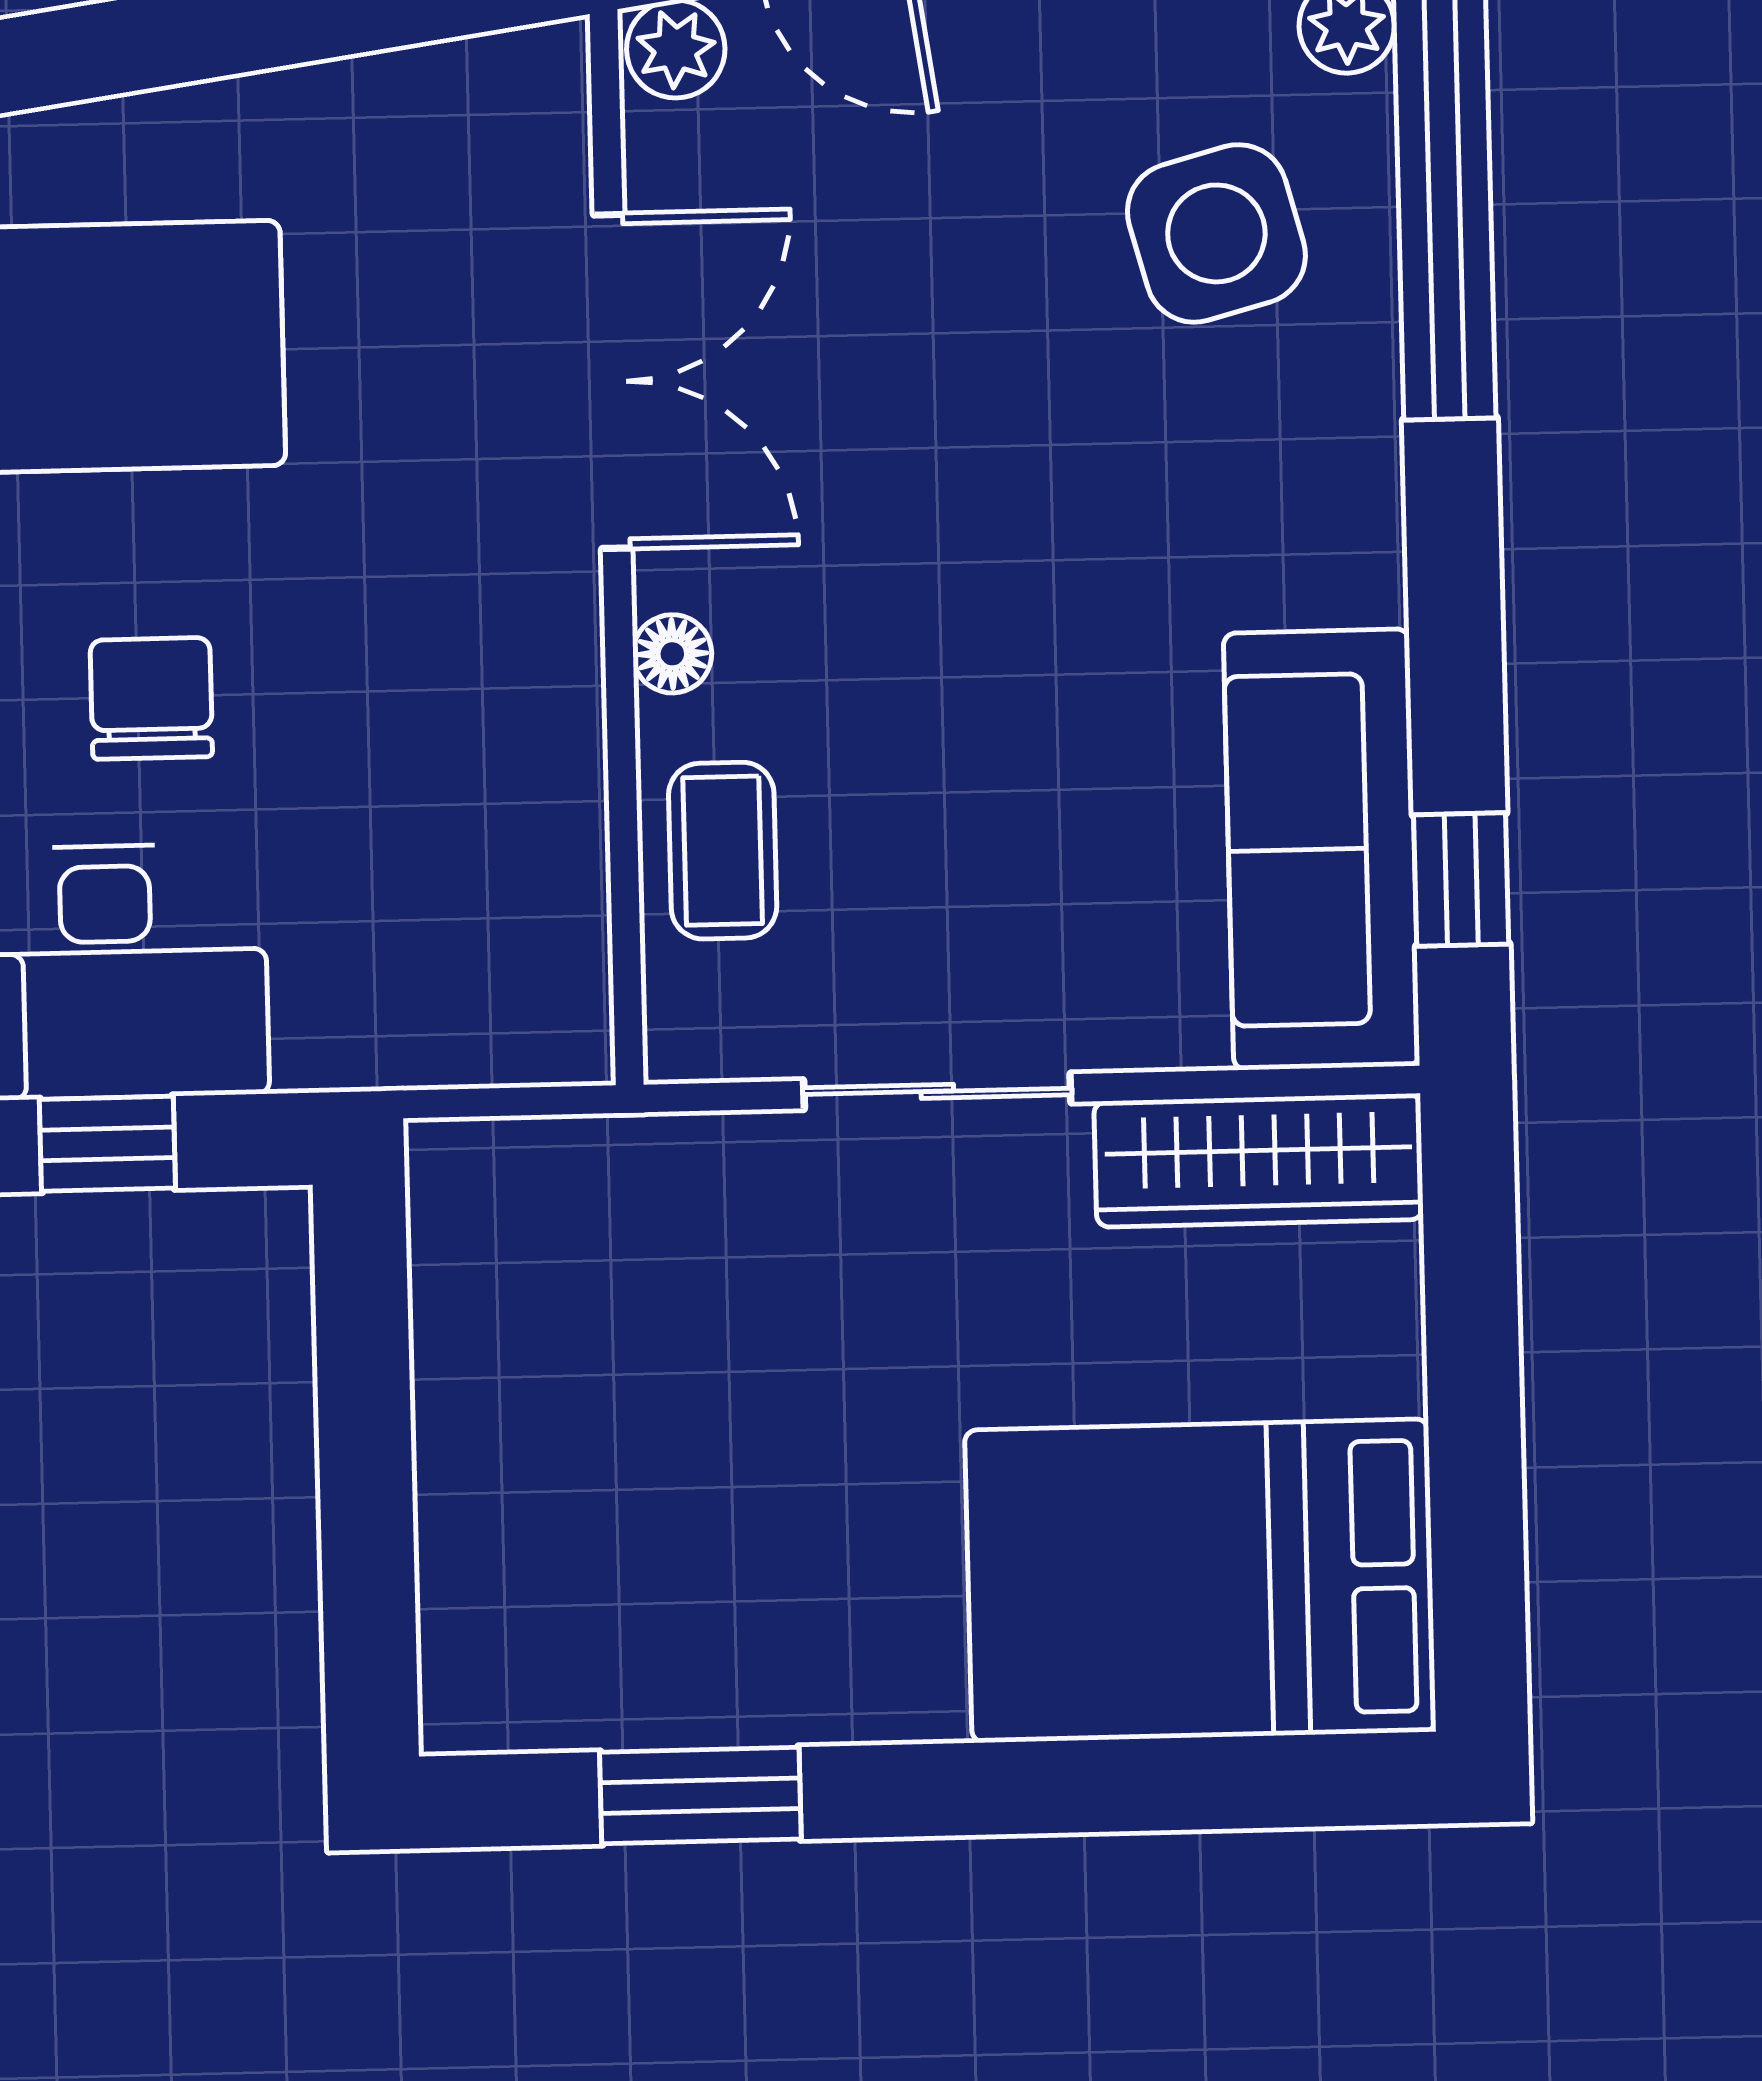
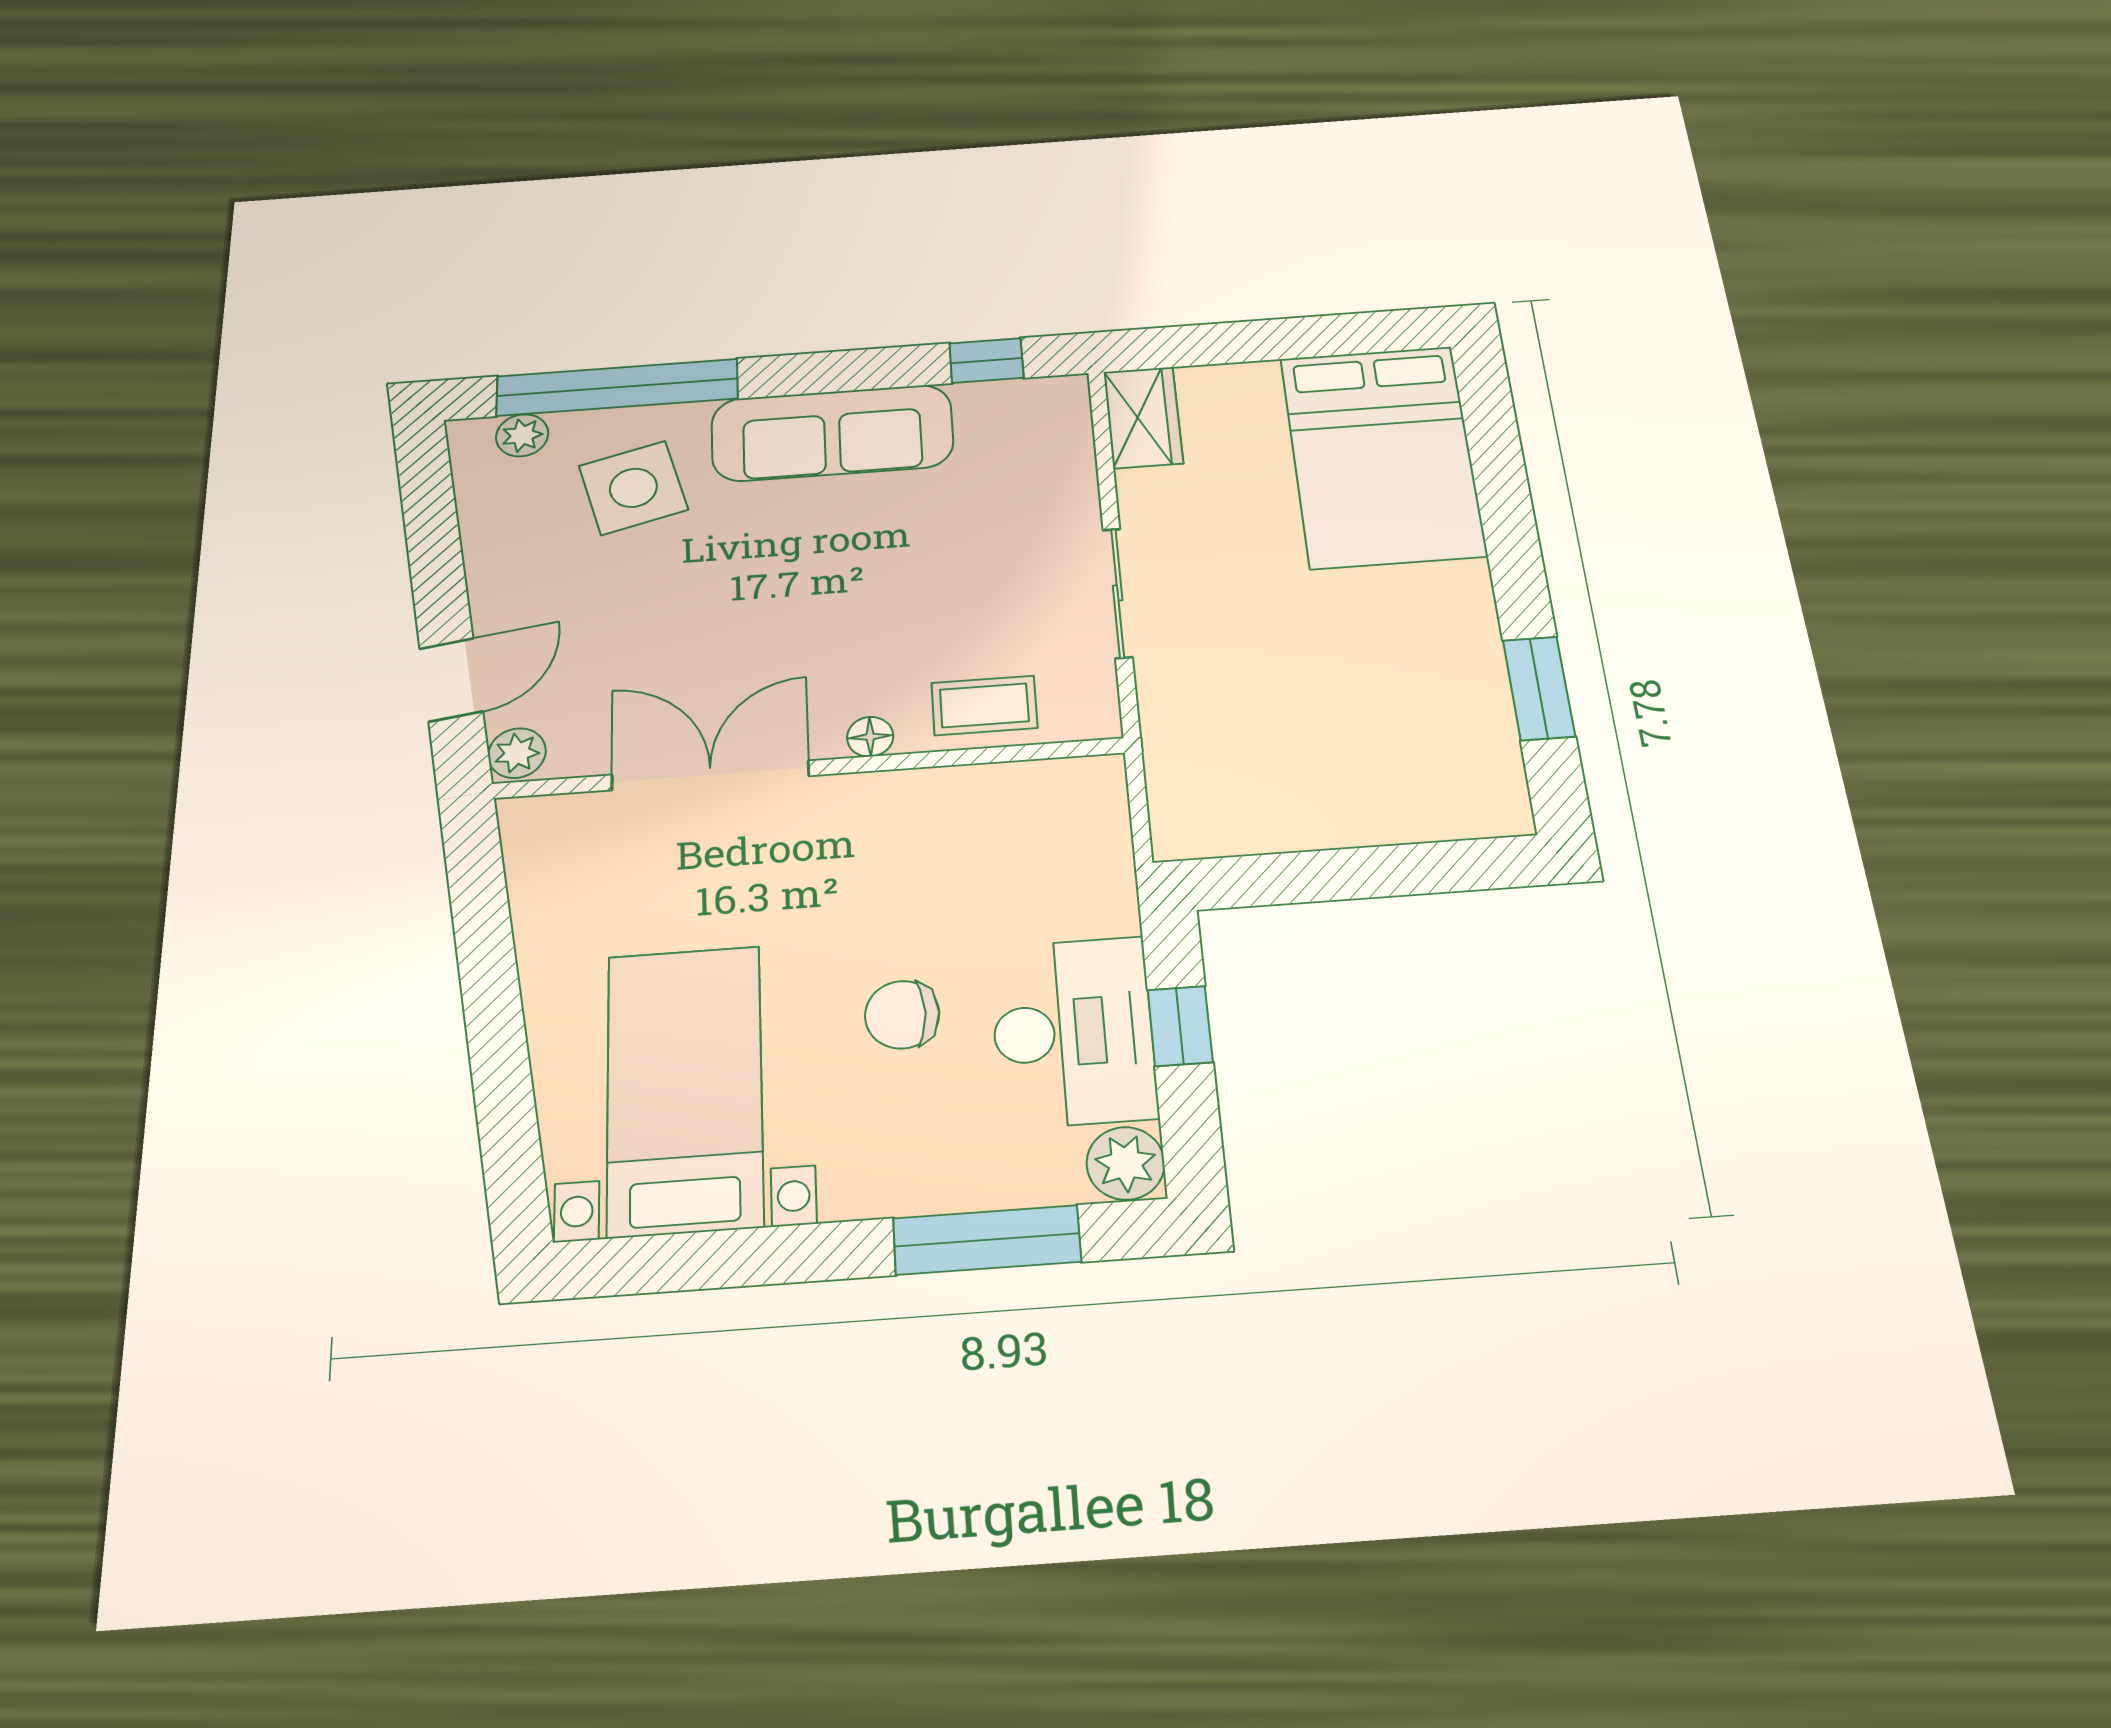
sofa: (1321, 849) -> (832, 433), moved
wardrobe: (1259, 1160) -> (1143, 417), width x0.67

